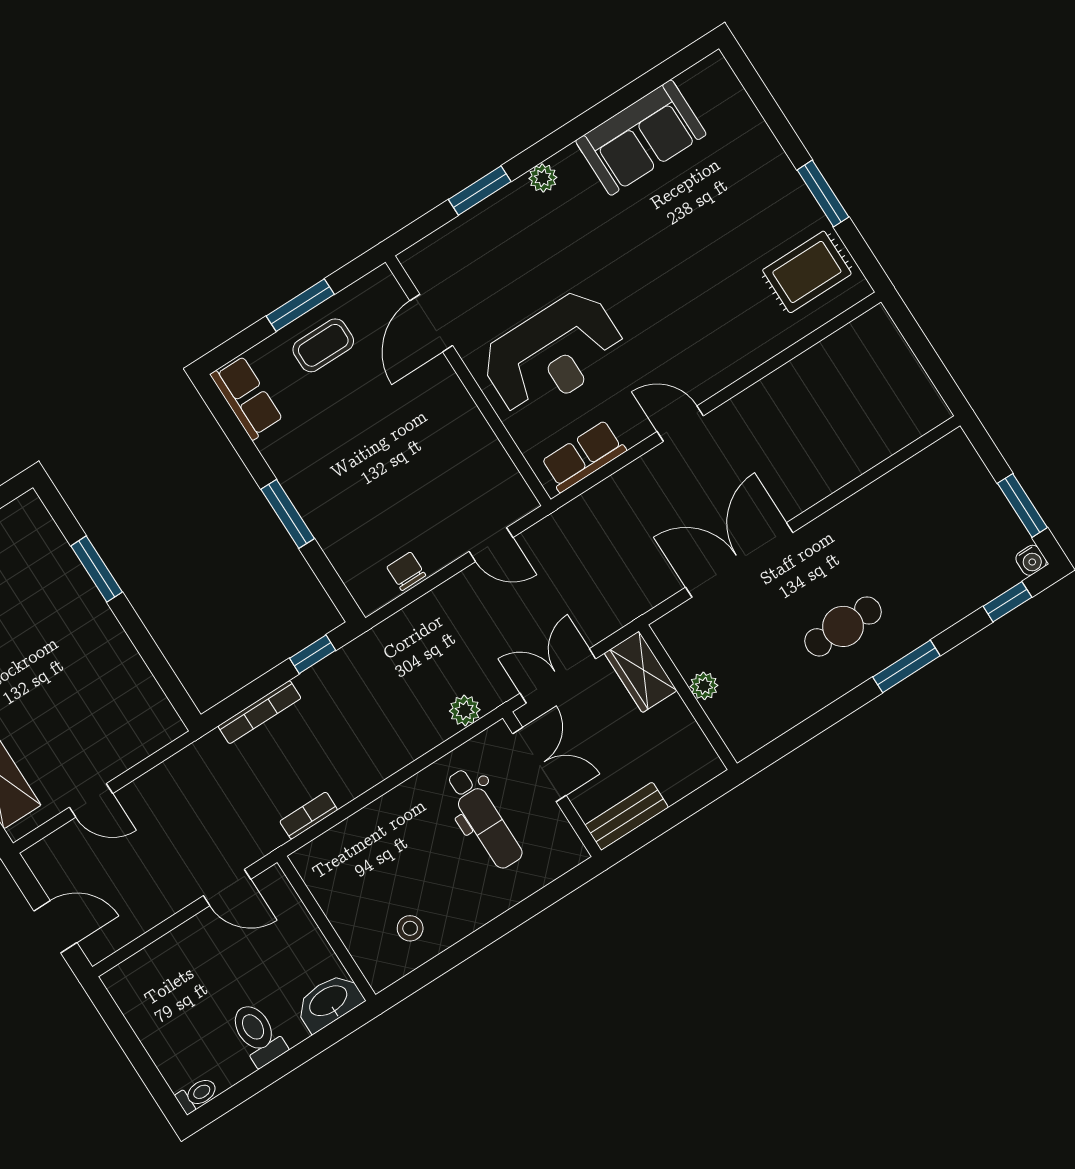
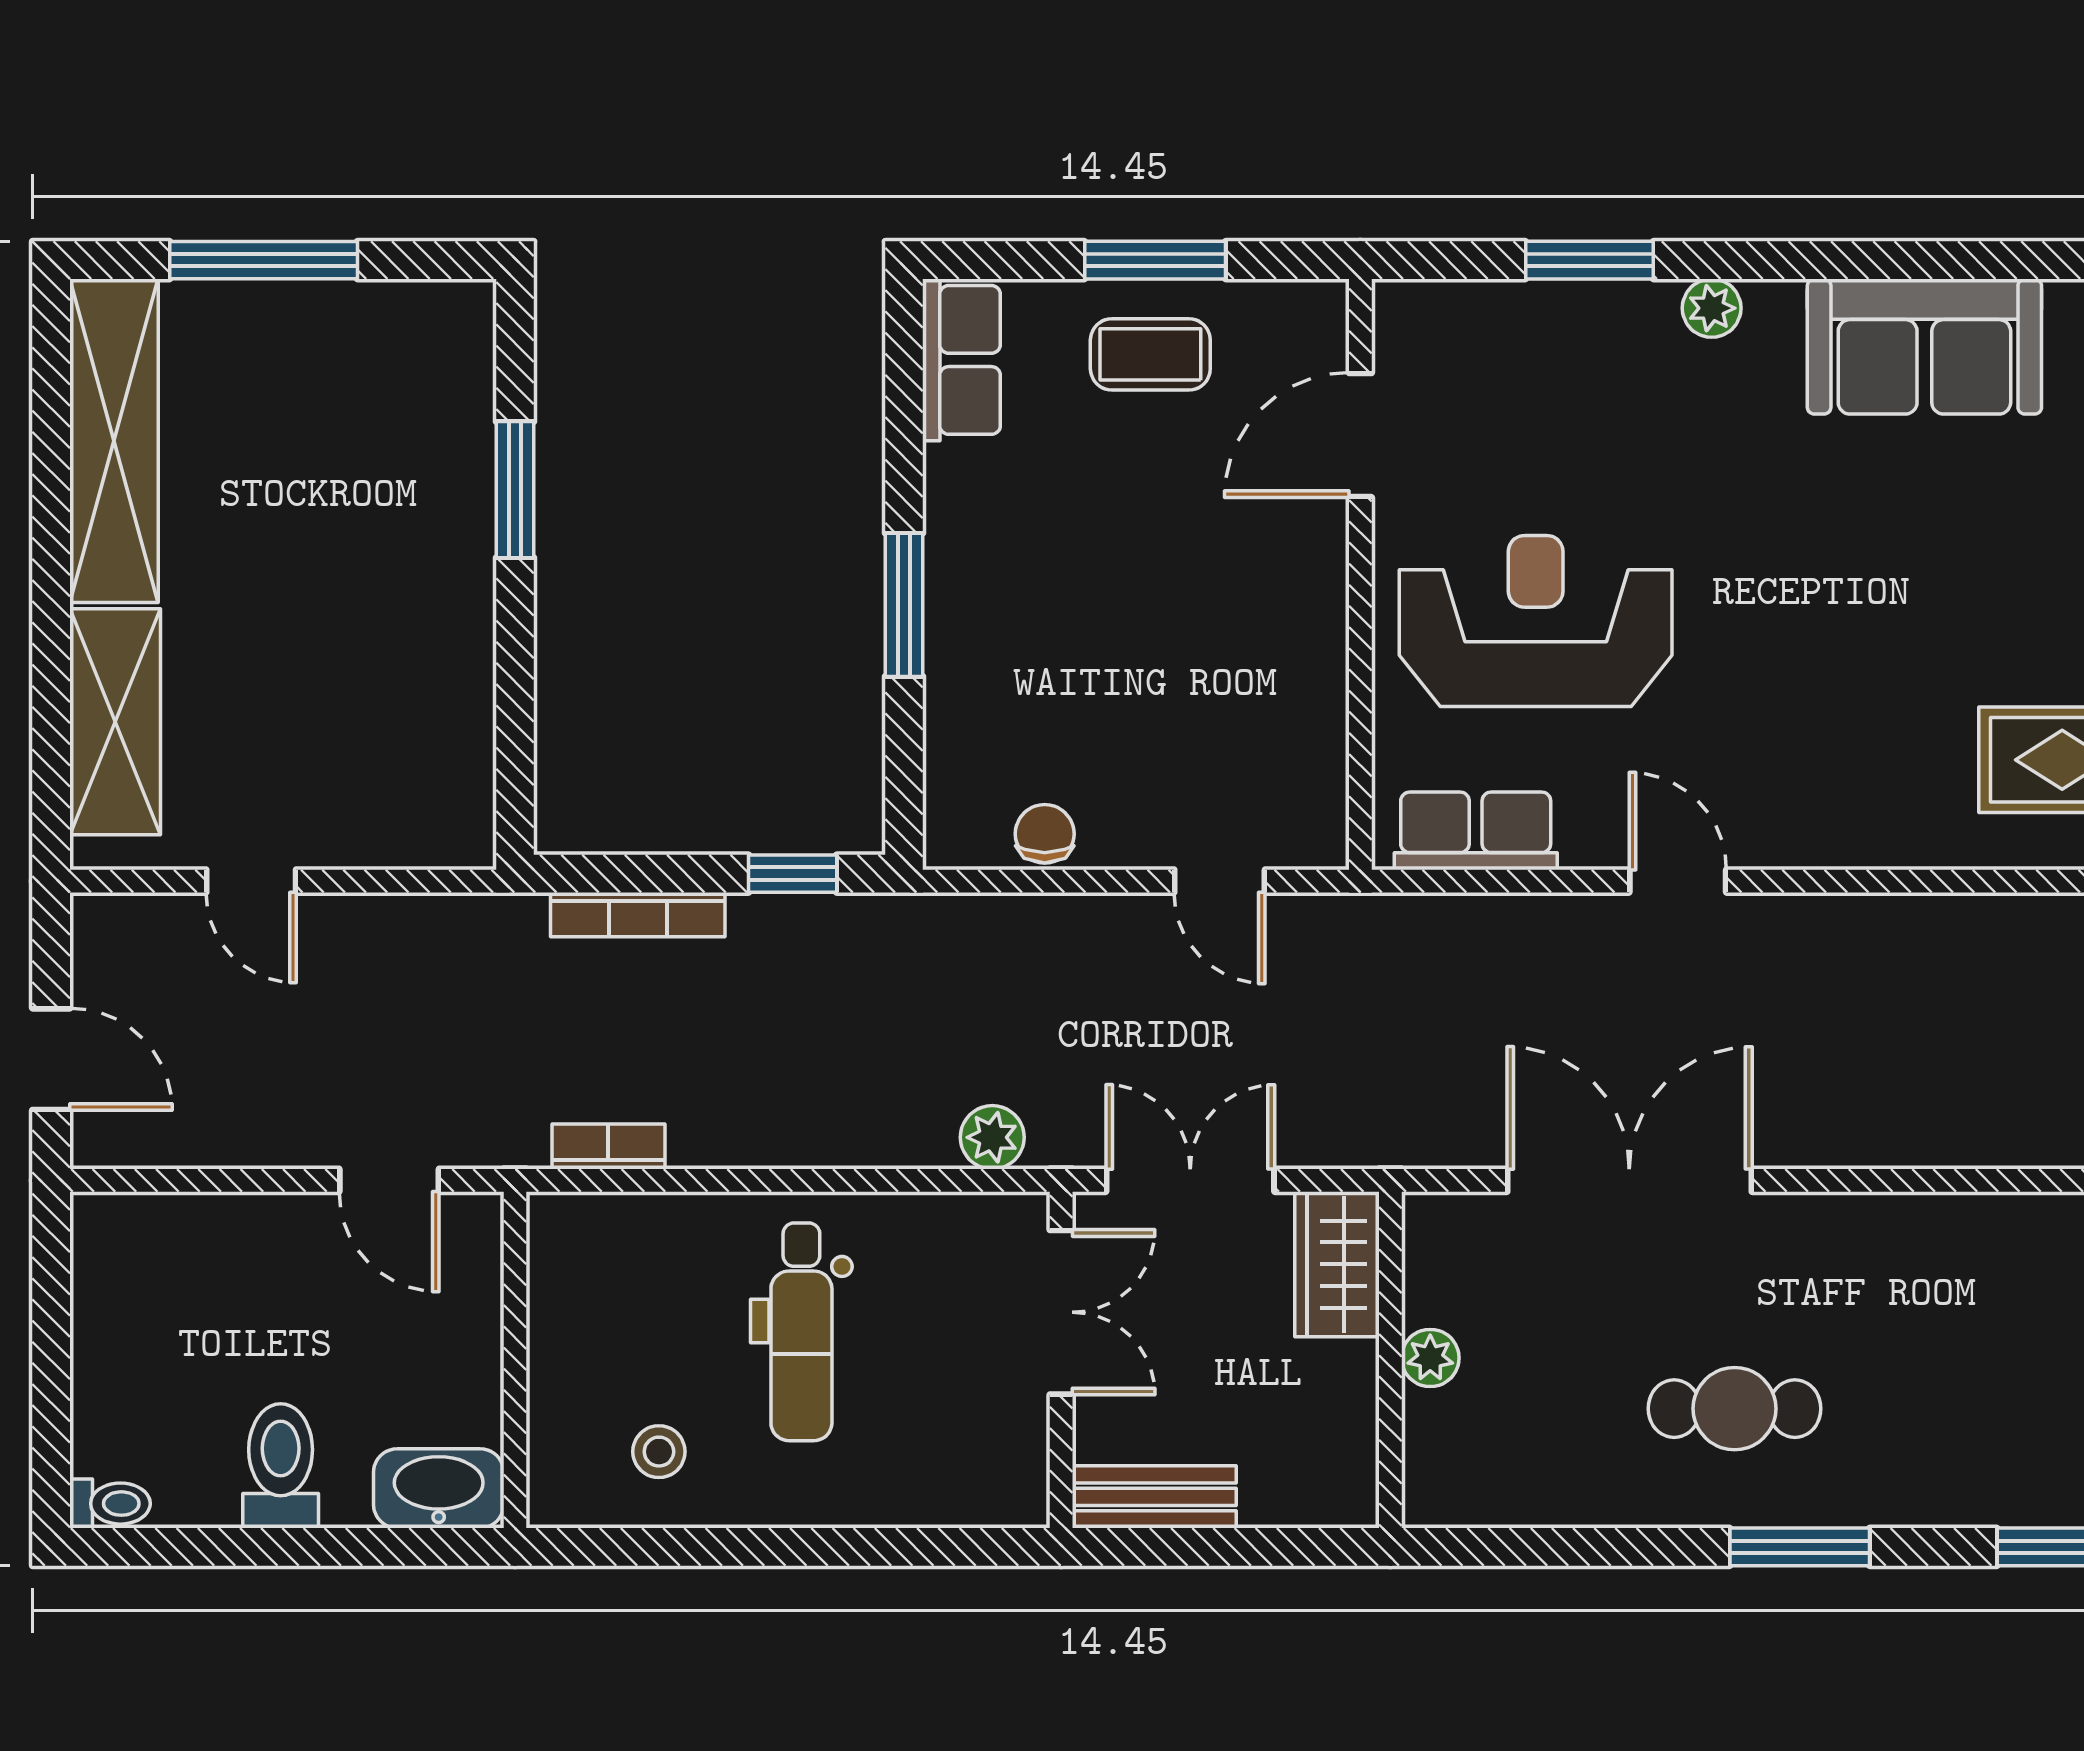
reception desk: (553, 354) -> (1536, 621), turned 180
dental chair: (484, 818) -> (801, 1332), moved

